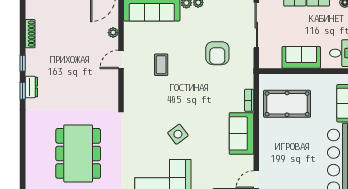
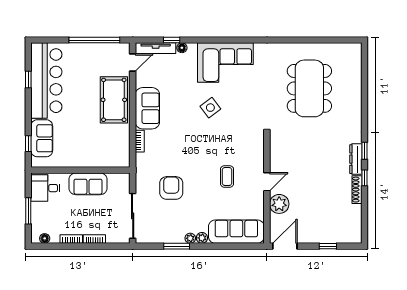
plant: (113, 33) -> (279, 204), width x1.87, depth x1.87
shoe rack: (30, 34) -> (357, 190), moved
dresser: (31, 87) -> (356, 159), width x1.44
pool table: (287, 104) -> (114, 100), moved, turned 90

